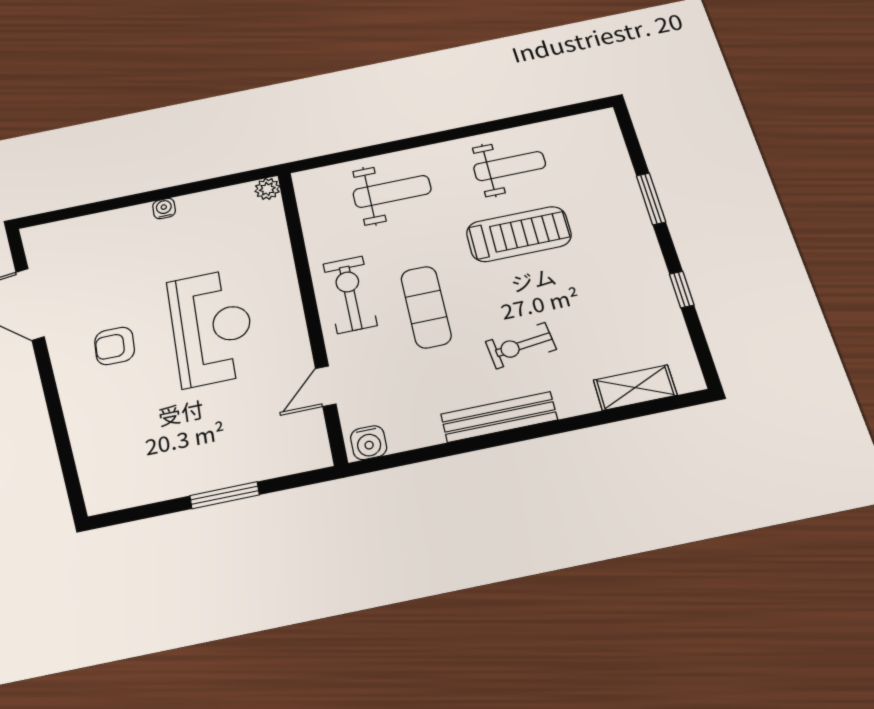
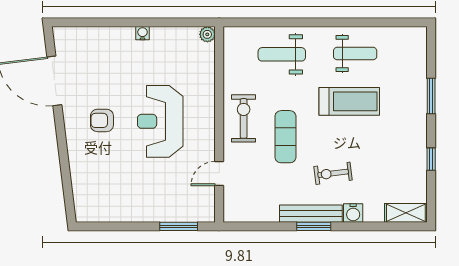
weight bench: (392, 191) -> (282, 54), turned 180
reception desk: (212, 327) -> (160, 121), turned 180
shelving: (635, 388) -> (406, 213), moved
window: (510, 437) -> (314, 226), added
water cooler: (369, 443) -> (353, 213), moved
window: (225, 495) -> (179, 226), moved

